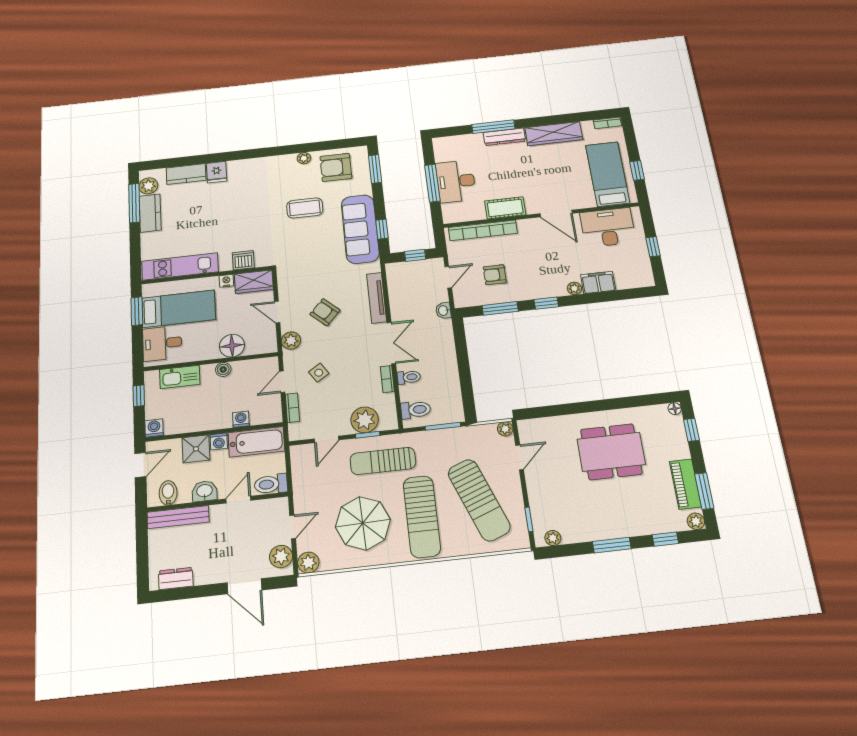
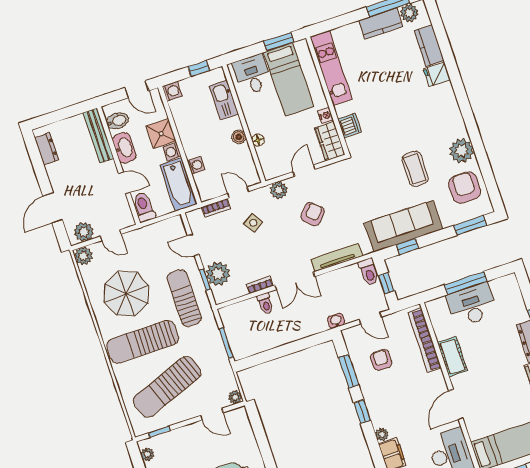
plant: (304, 158) -> (461, 151), width x1.88, depth x1.88
floor lamp: (232, 346) -> (258, 140), width x0.53, depth x0.53
toilet: (416, 410) -> (369, 272), moved
washbasin: (205, 491) -> (124, 148), width x1.38

